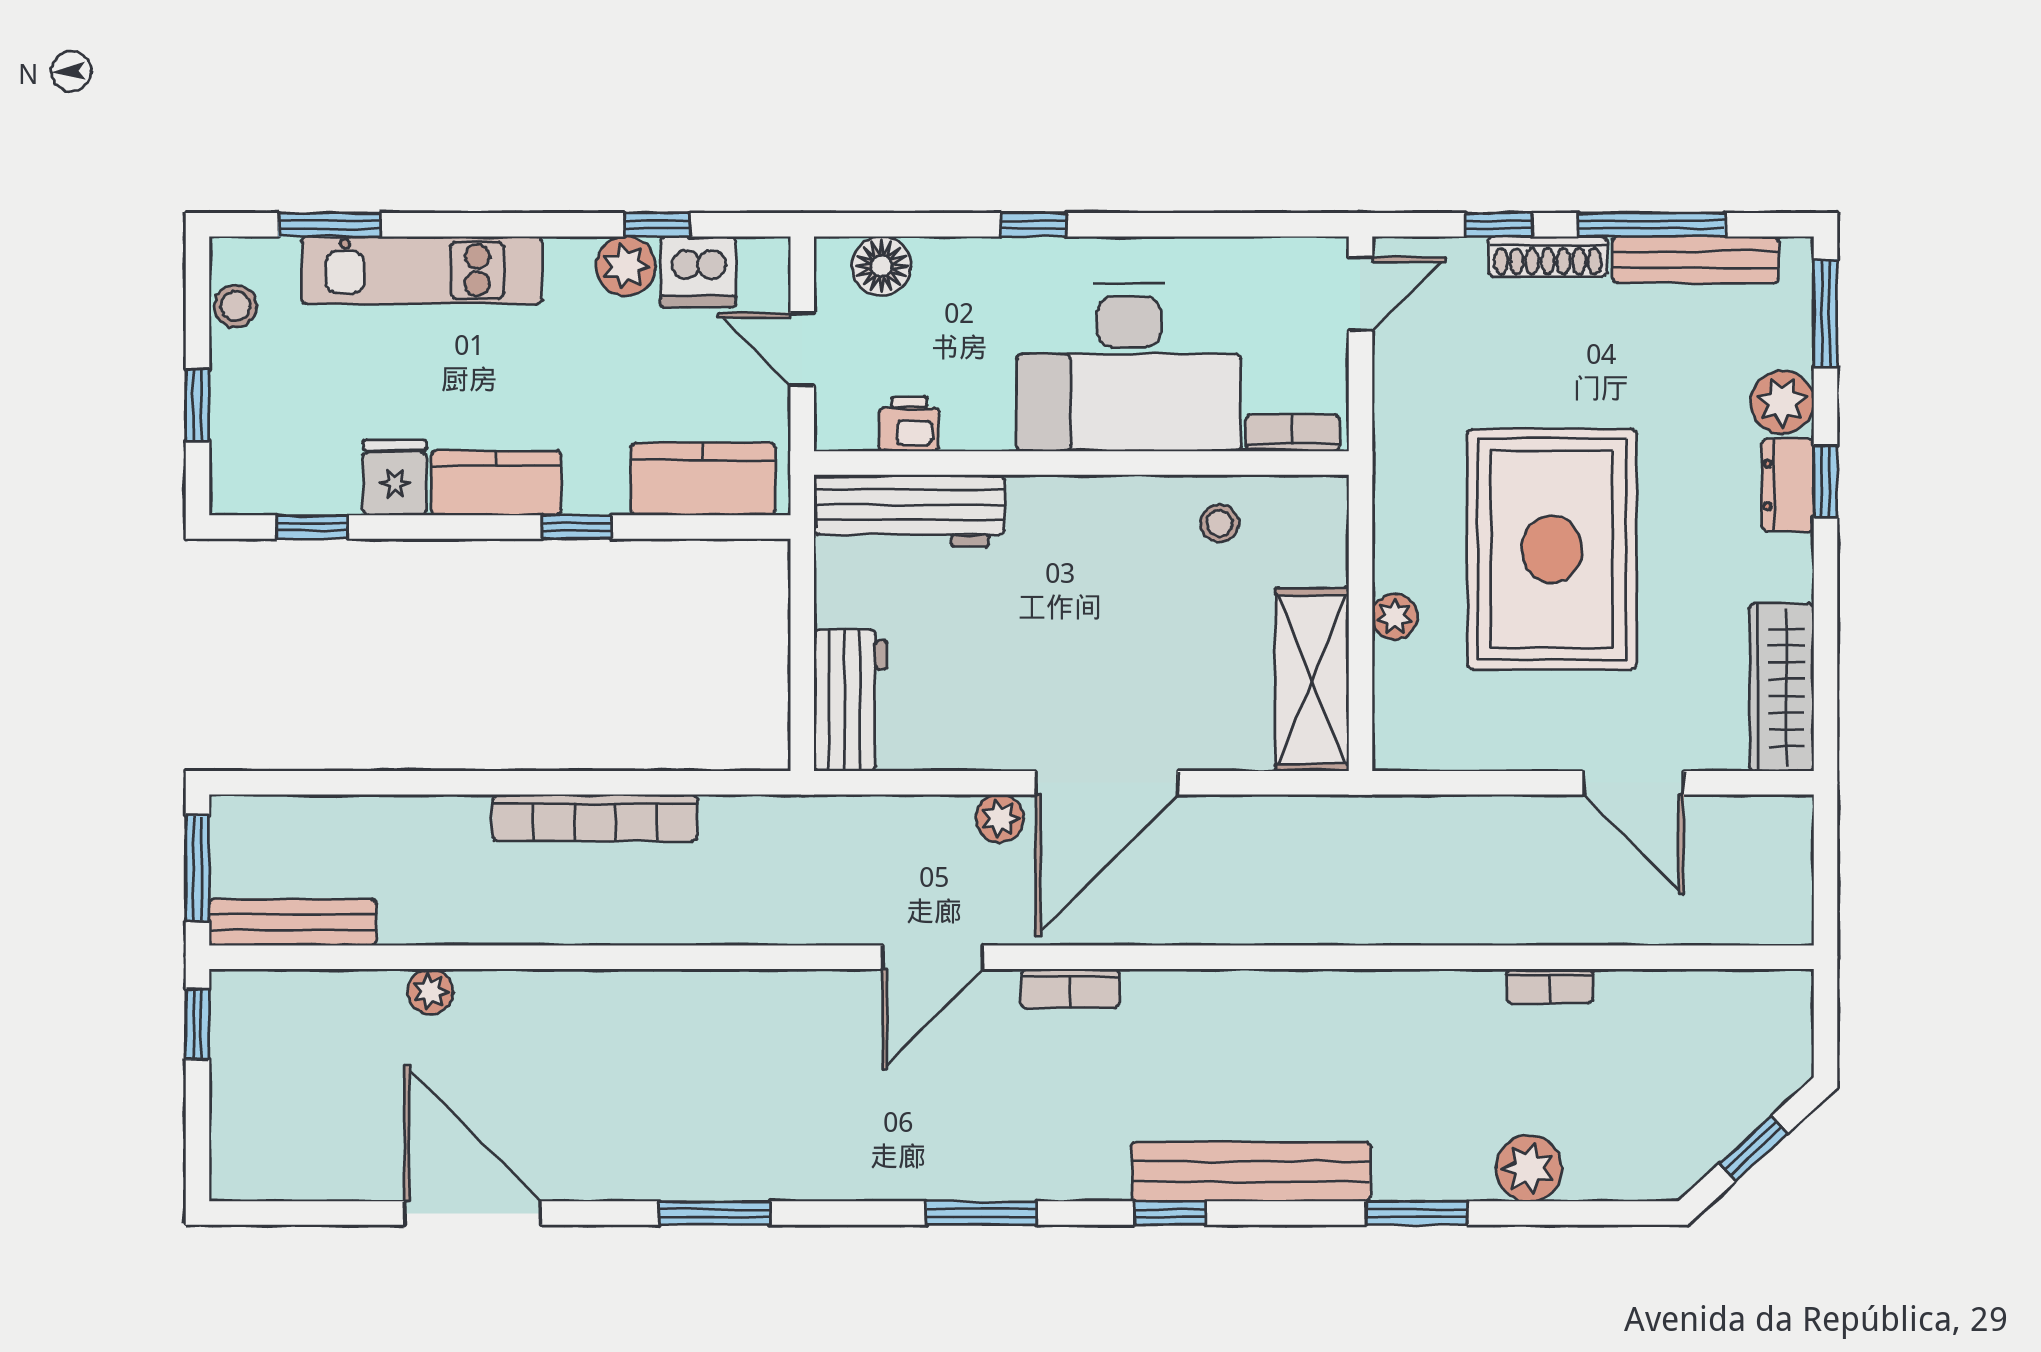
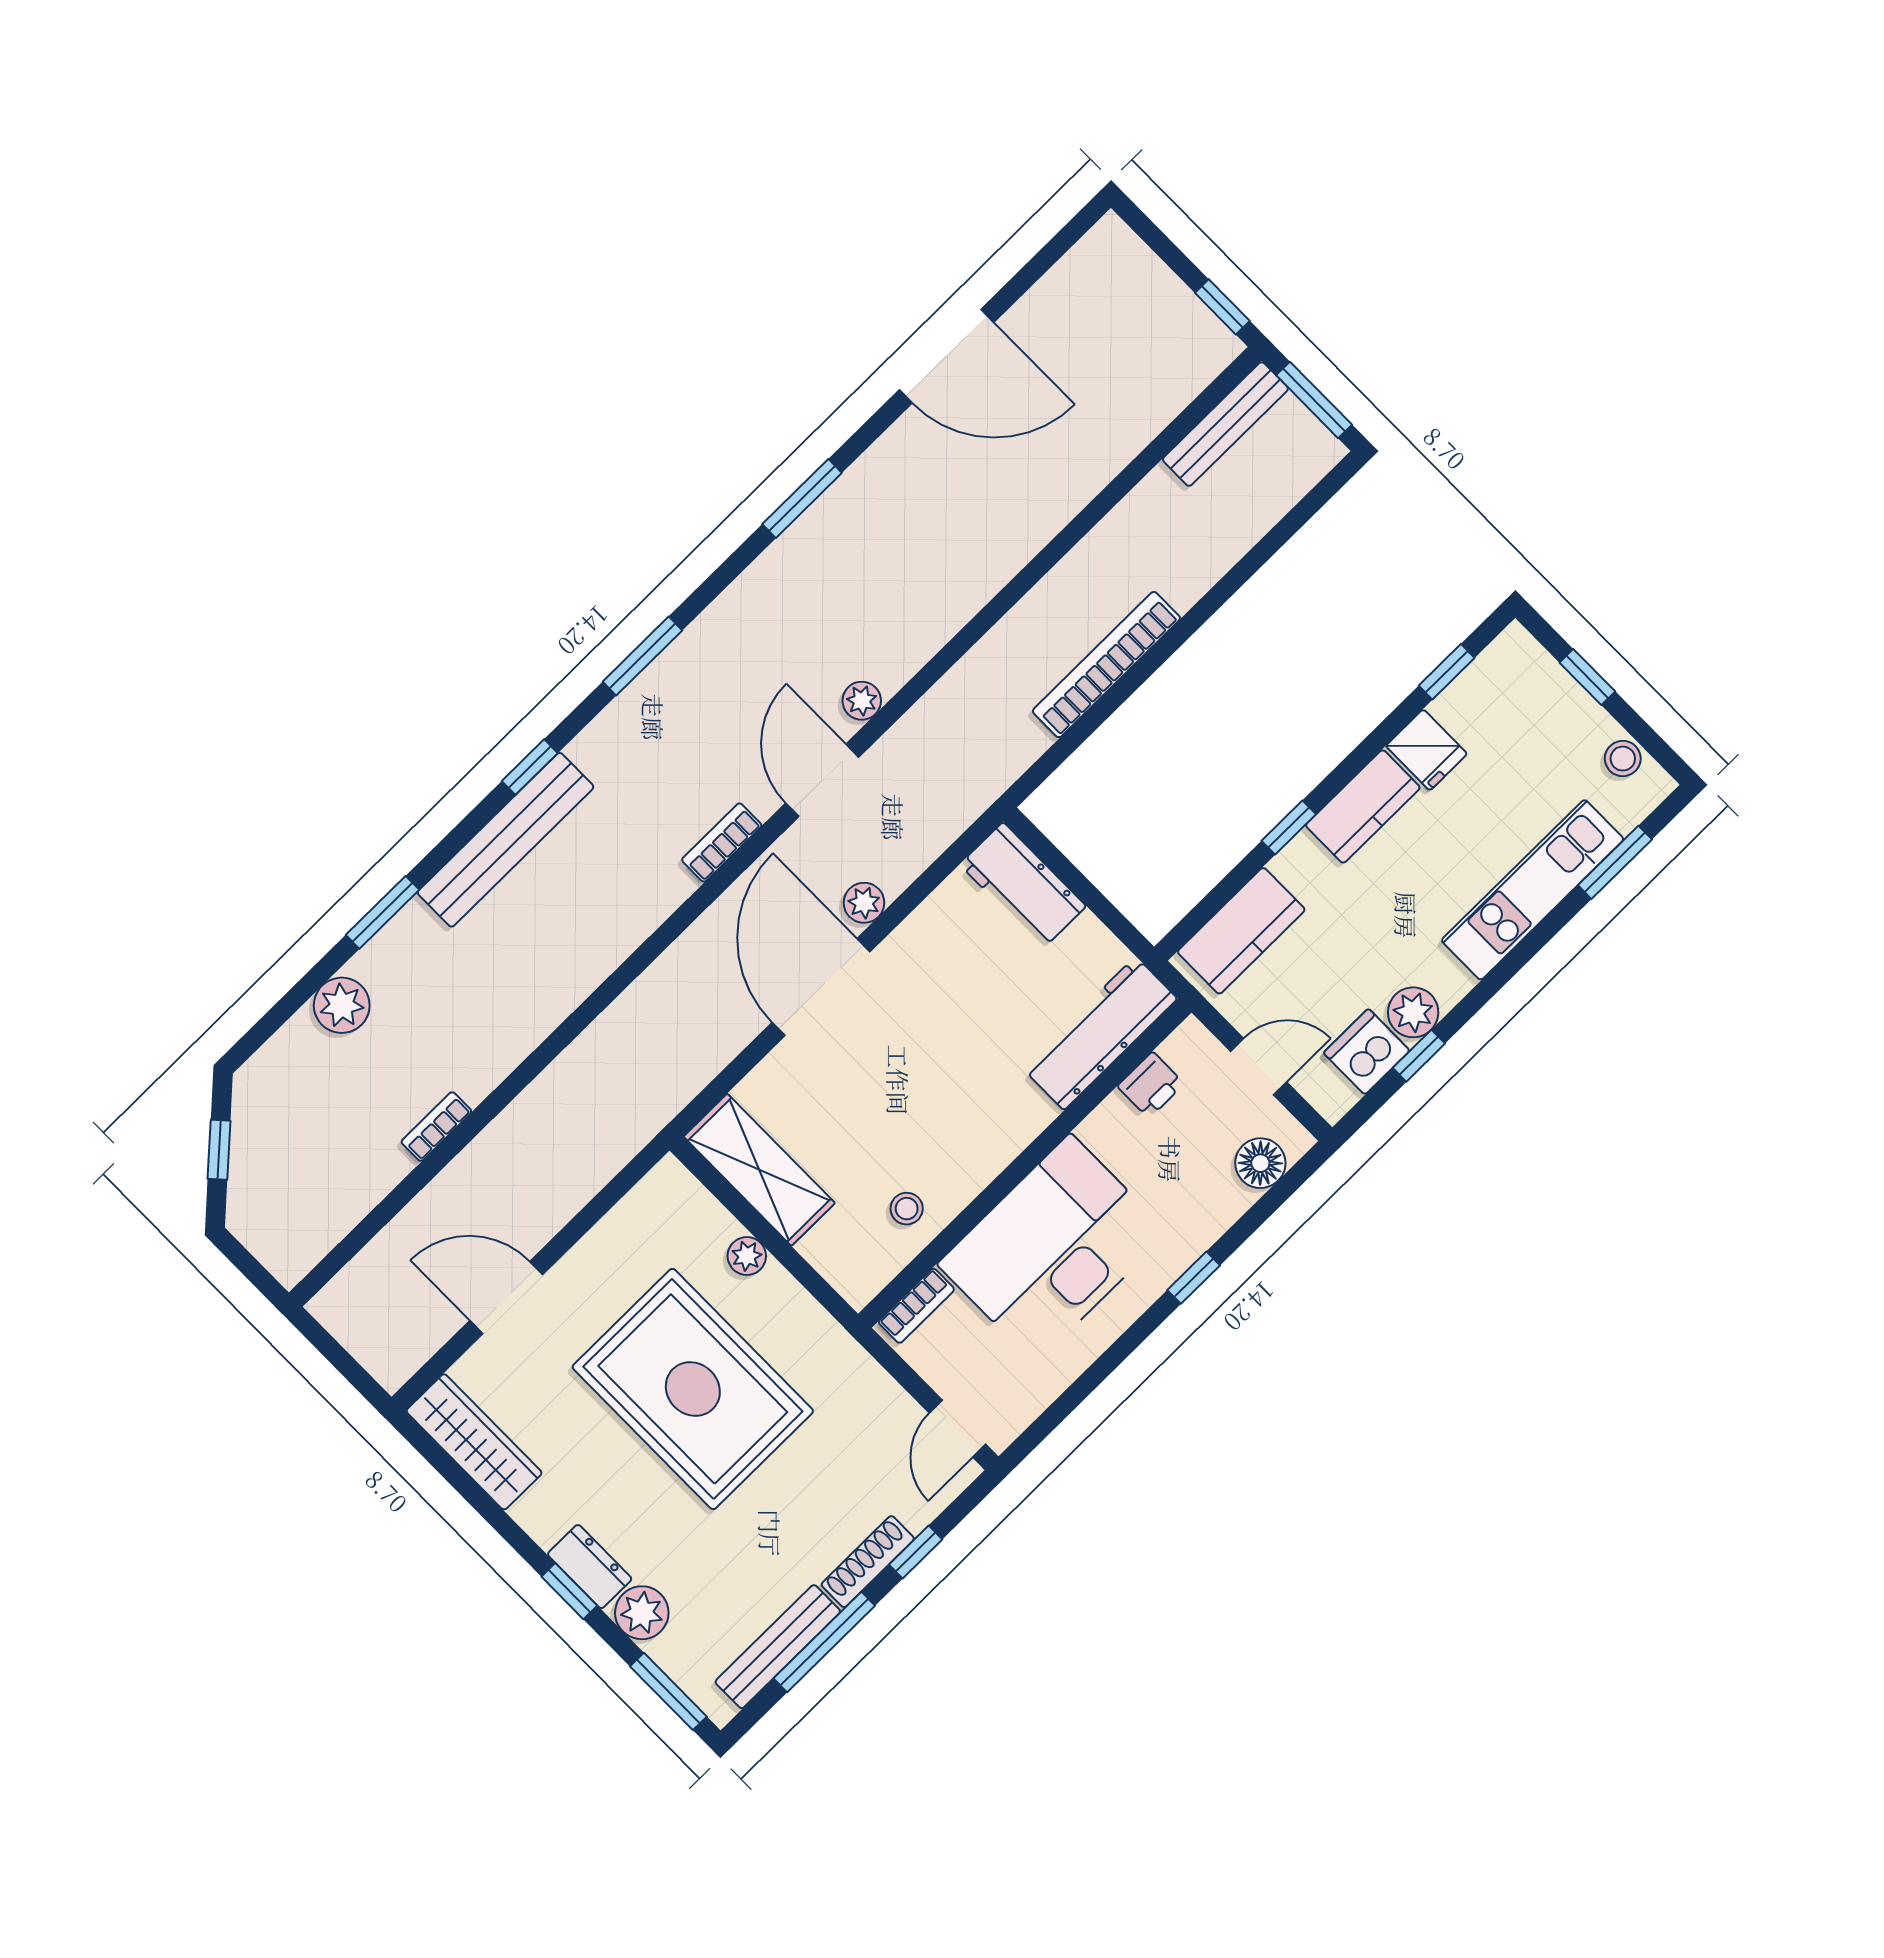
plant: (430, 992) -> (862, 701), moved

